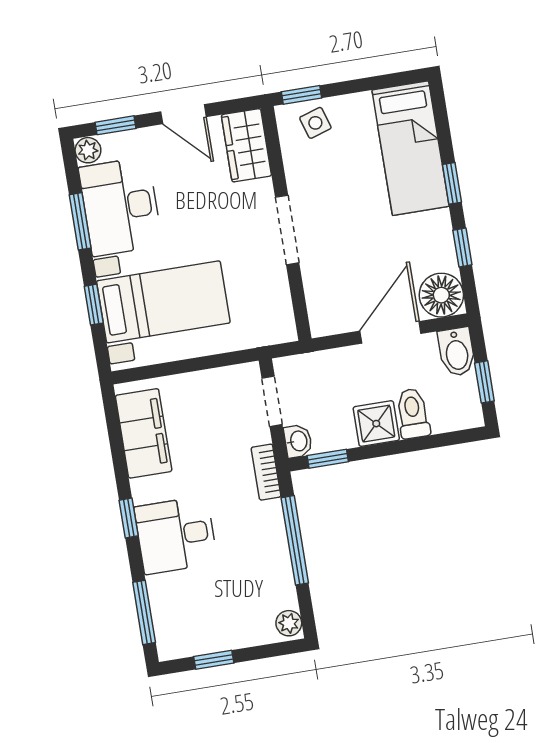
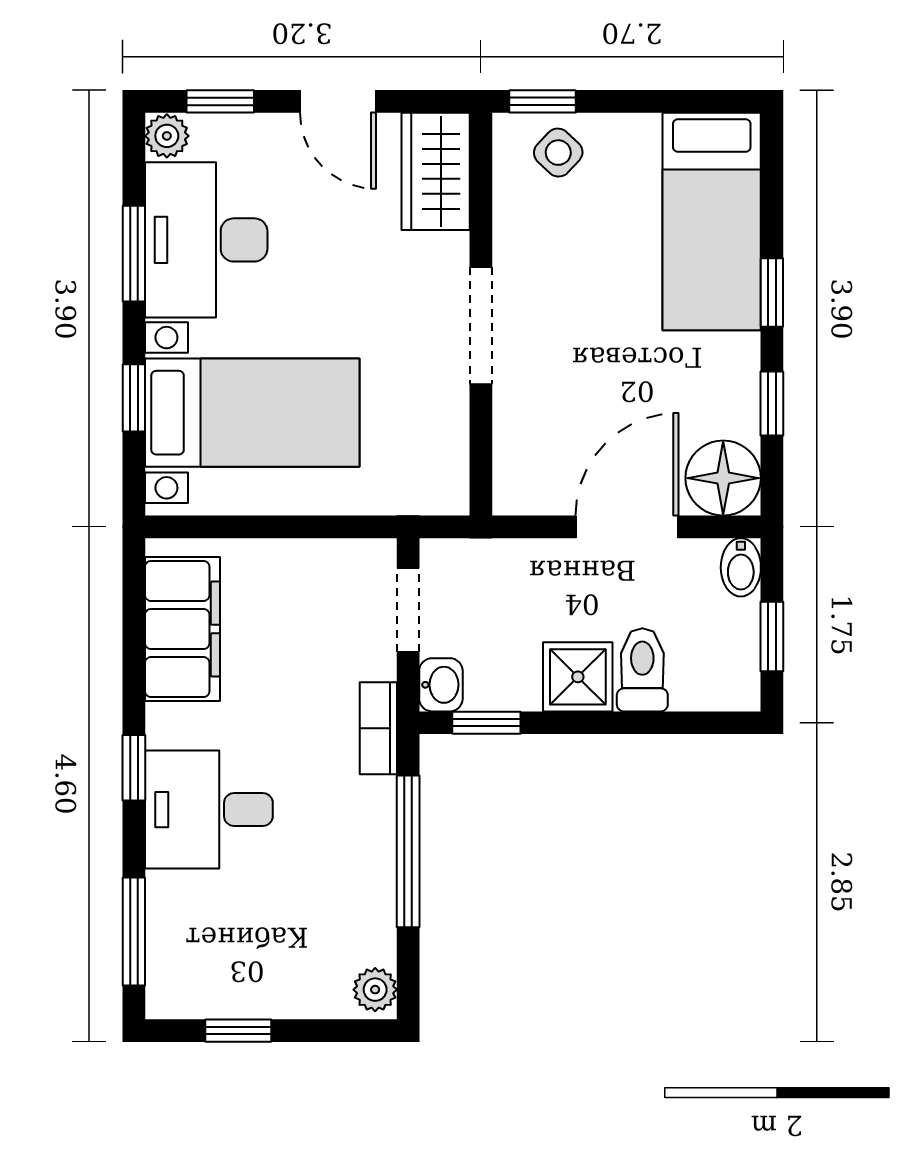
side table: (315, 123) -> (558, 153), turned -30
bidet: (457, 352) -> (741, 567), width x0.72, depth x0.74

